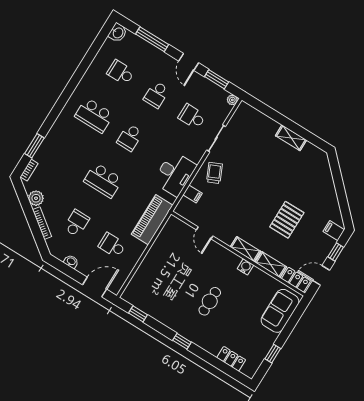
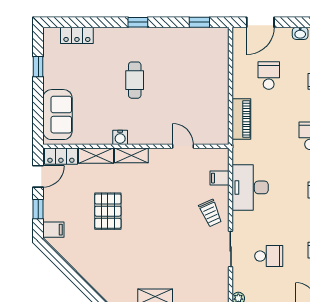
piano: (152, 220) -> (241, 119), width x0.73, depth x0.75
school desk: (112, 245) -> (269, 76), turned -90

